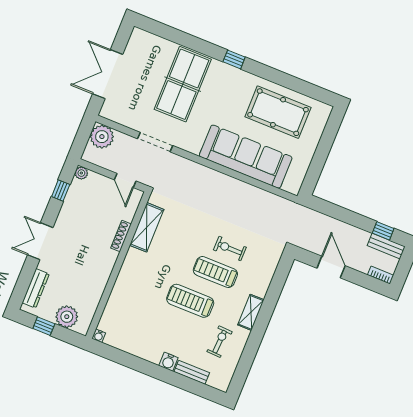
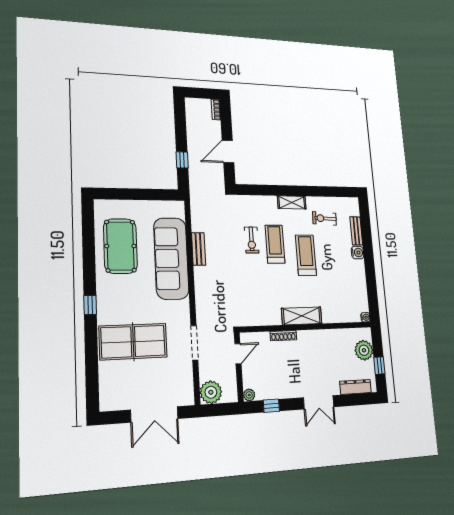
shelving: (147, 227) -> (302, 316), moved
window: (383, 231) -> (182, 160), moved
bench: (386, 246) -> (199, 249), moved
treadmill: (215, 272) -> (275, 244), turned 180
treadmill: (190, 301) -> (306, 255), turned 180

